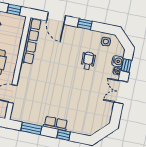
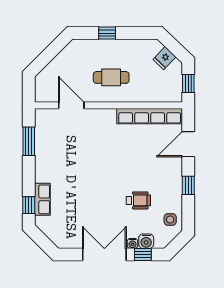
double door: (121, 92) -> (104, 254), width x1.37
row of seats: (56, 124) -> (42, 199), moved
window: (64, 135) -> (29, 205), moved

